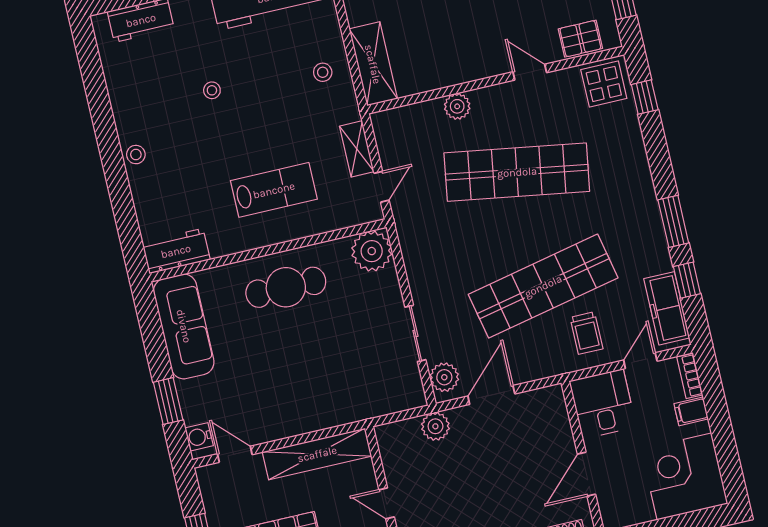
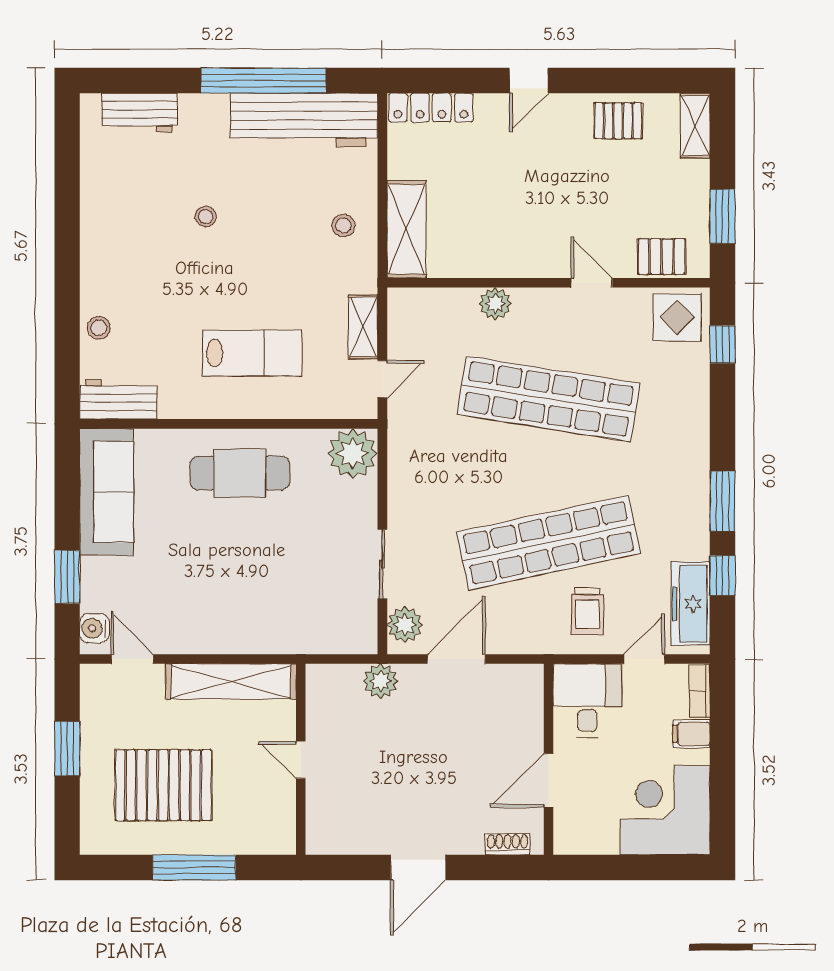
stool: (136, 155) -> (99, 328), moved

